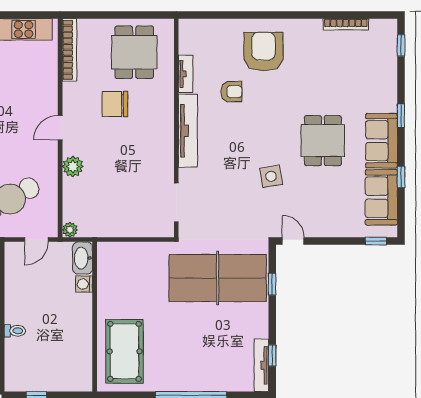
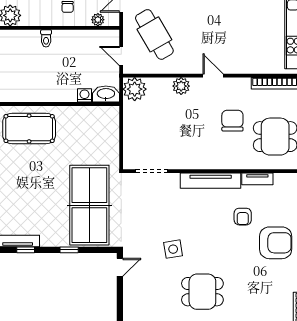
plant: (70, 230) -> (135, 89), width x1.88, depth x1.88
window: (272, 284) -> (69, 250), moved

